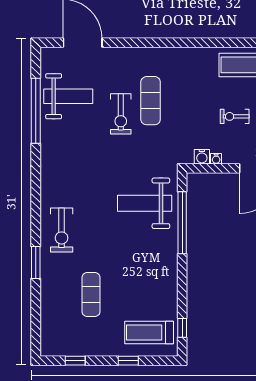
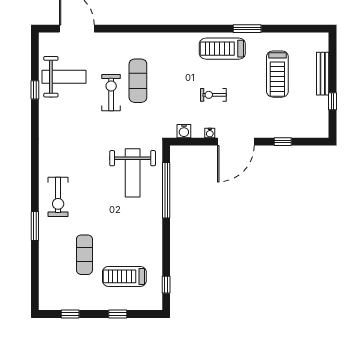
window: (36, 111) -> (35, 90), width x0.32
exercise bike: (121, 114) -> (111, 93), turned 180
water cooler: (216, 159) -> (210, 133), moved
weight bench: (145, 203) -> (133, 173), turned -90
treadmill: (149, 333) -> (124, 276), moved

